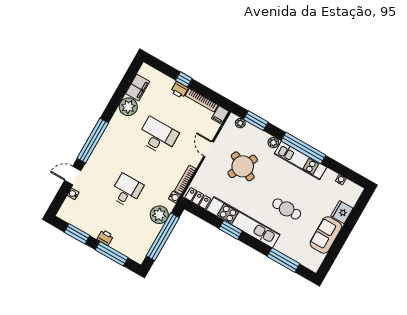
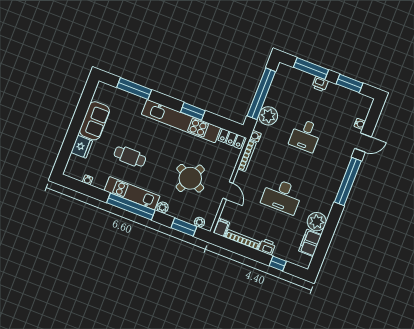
window: (184, 79) -> (278, 264), moved
cafe table: (287, 209) -> (130, 156), moved

